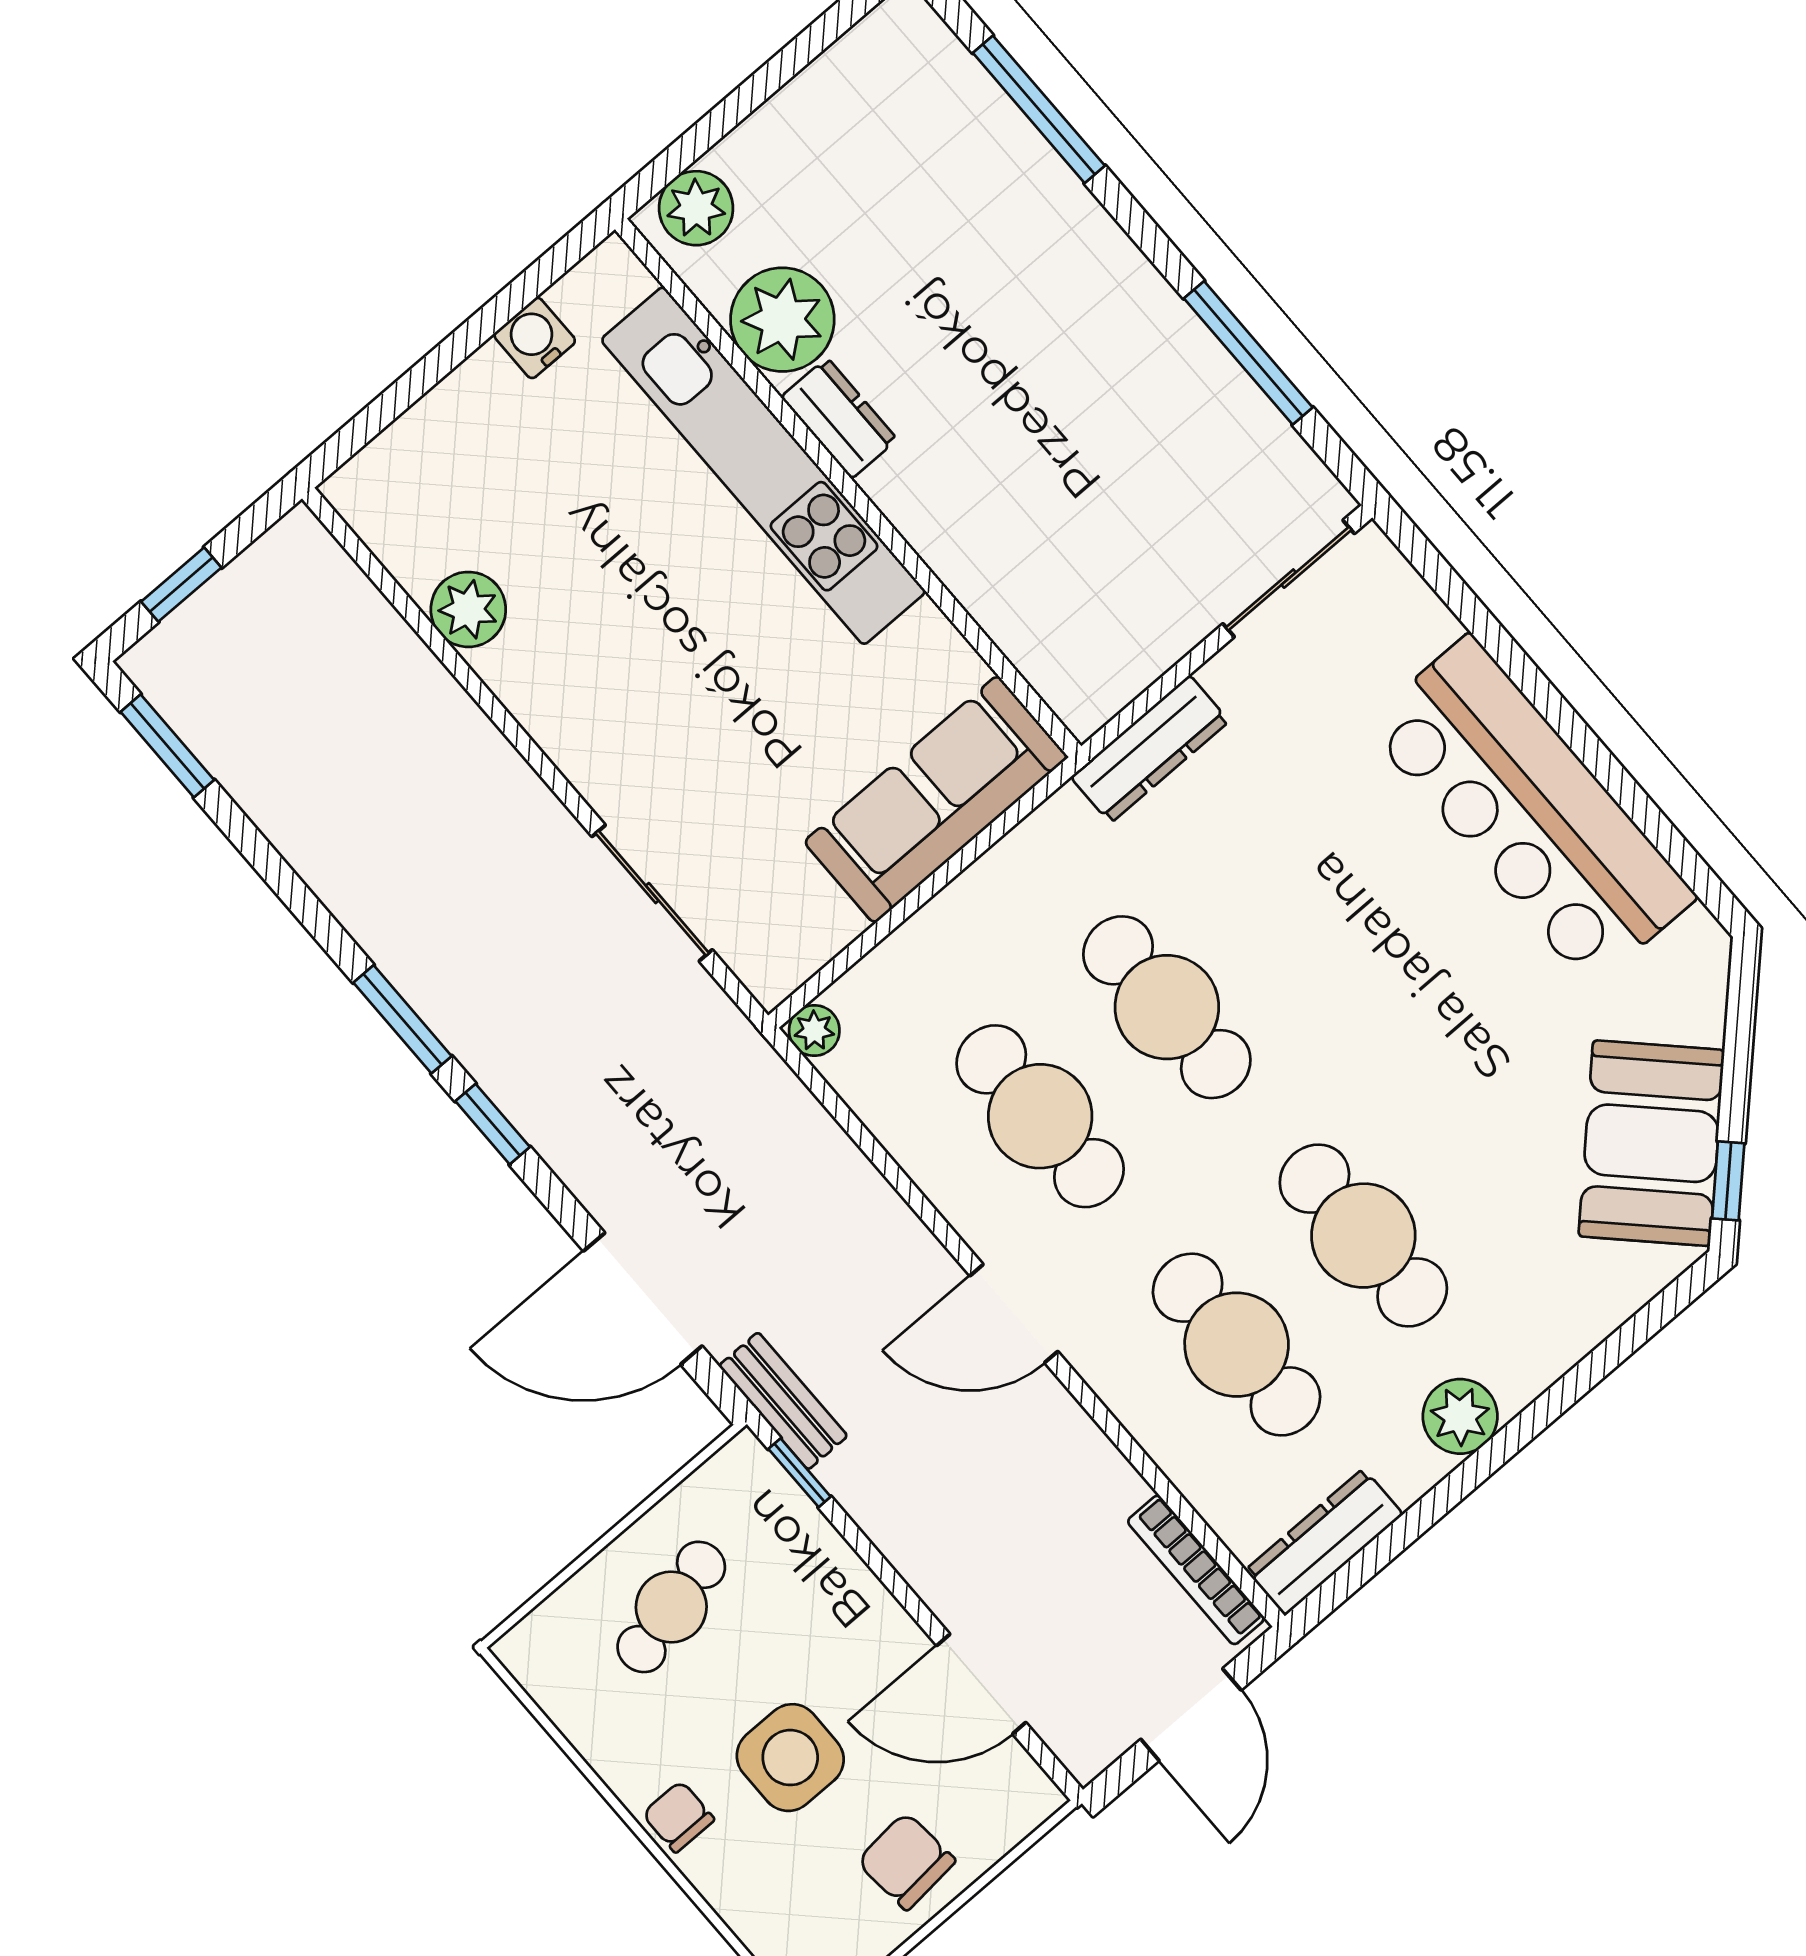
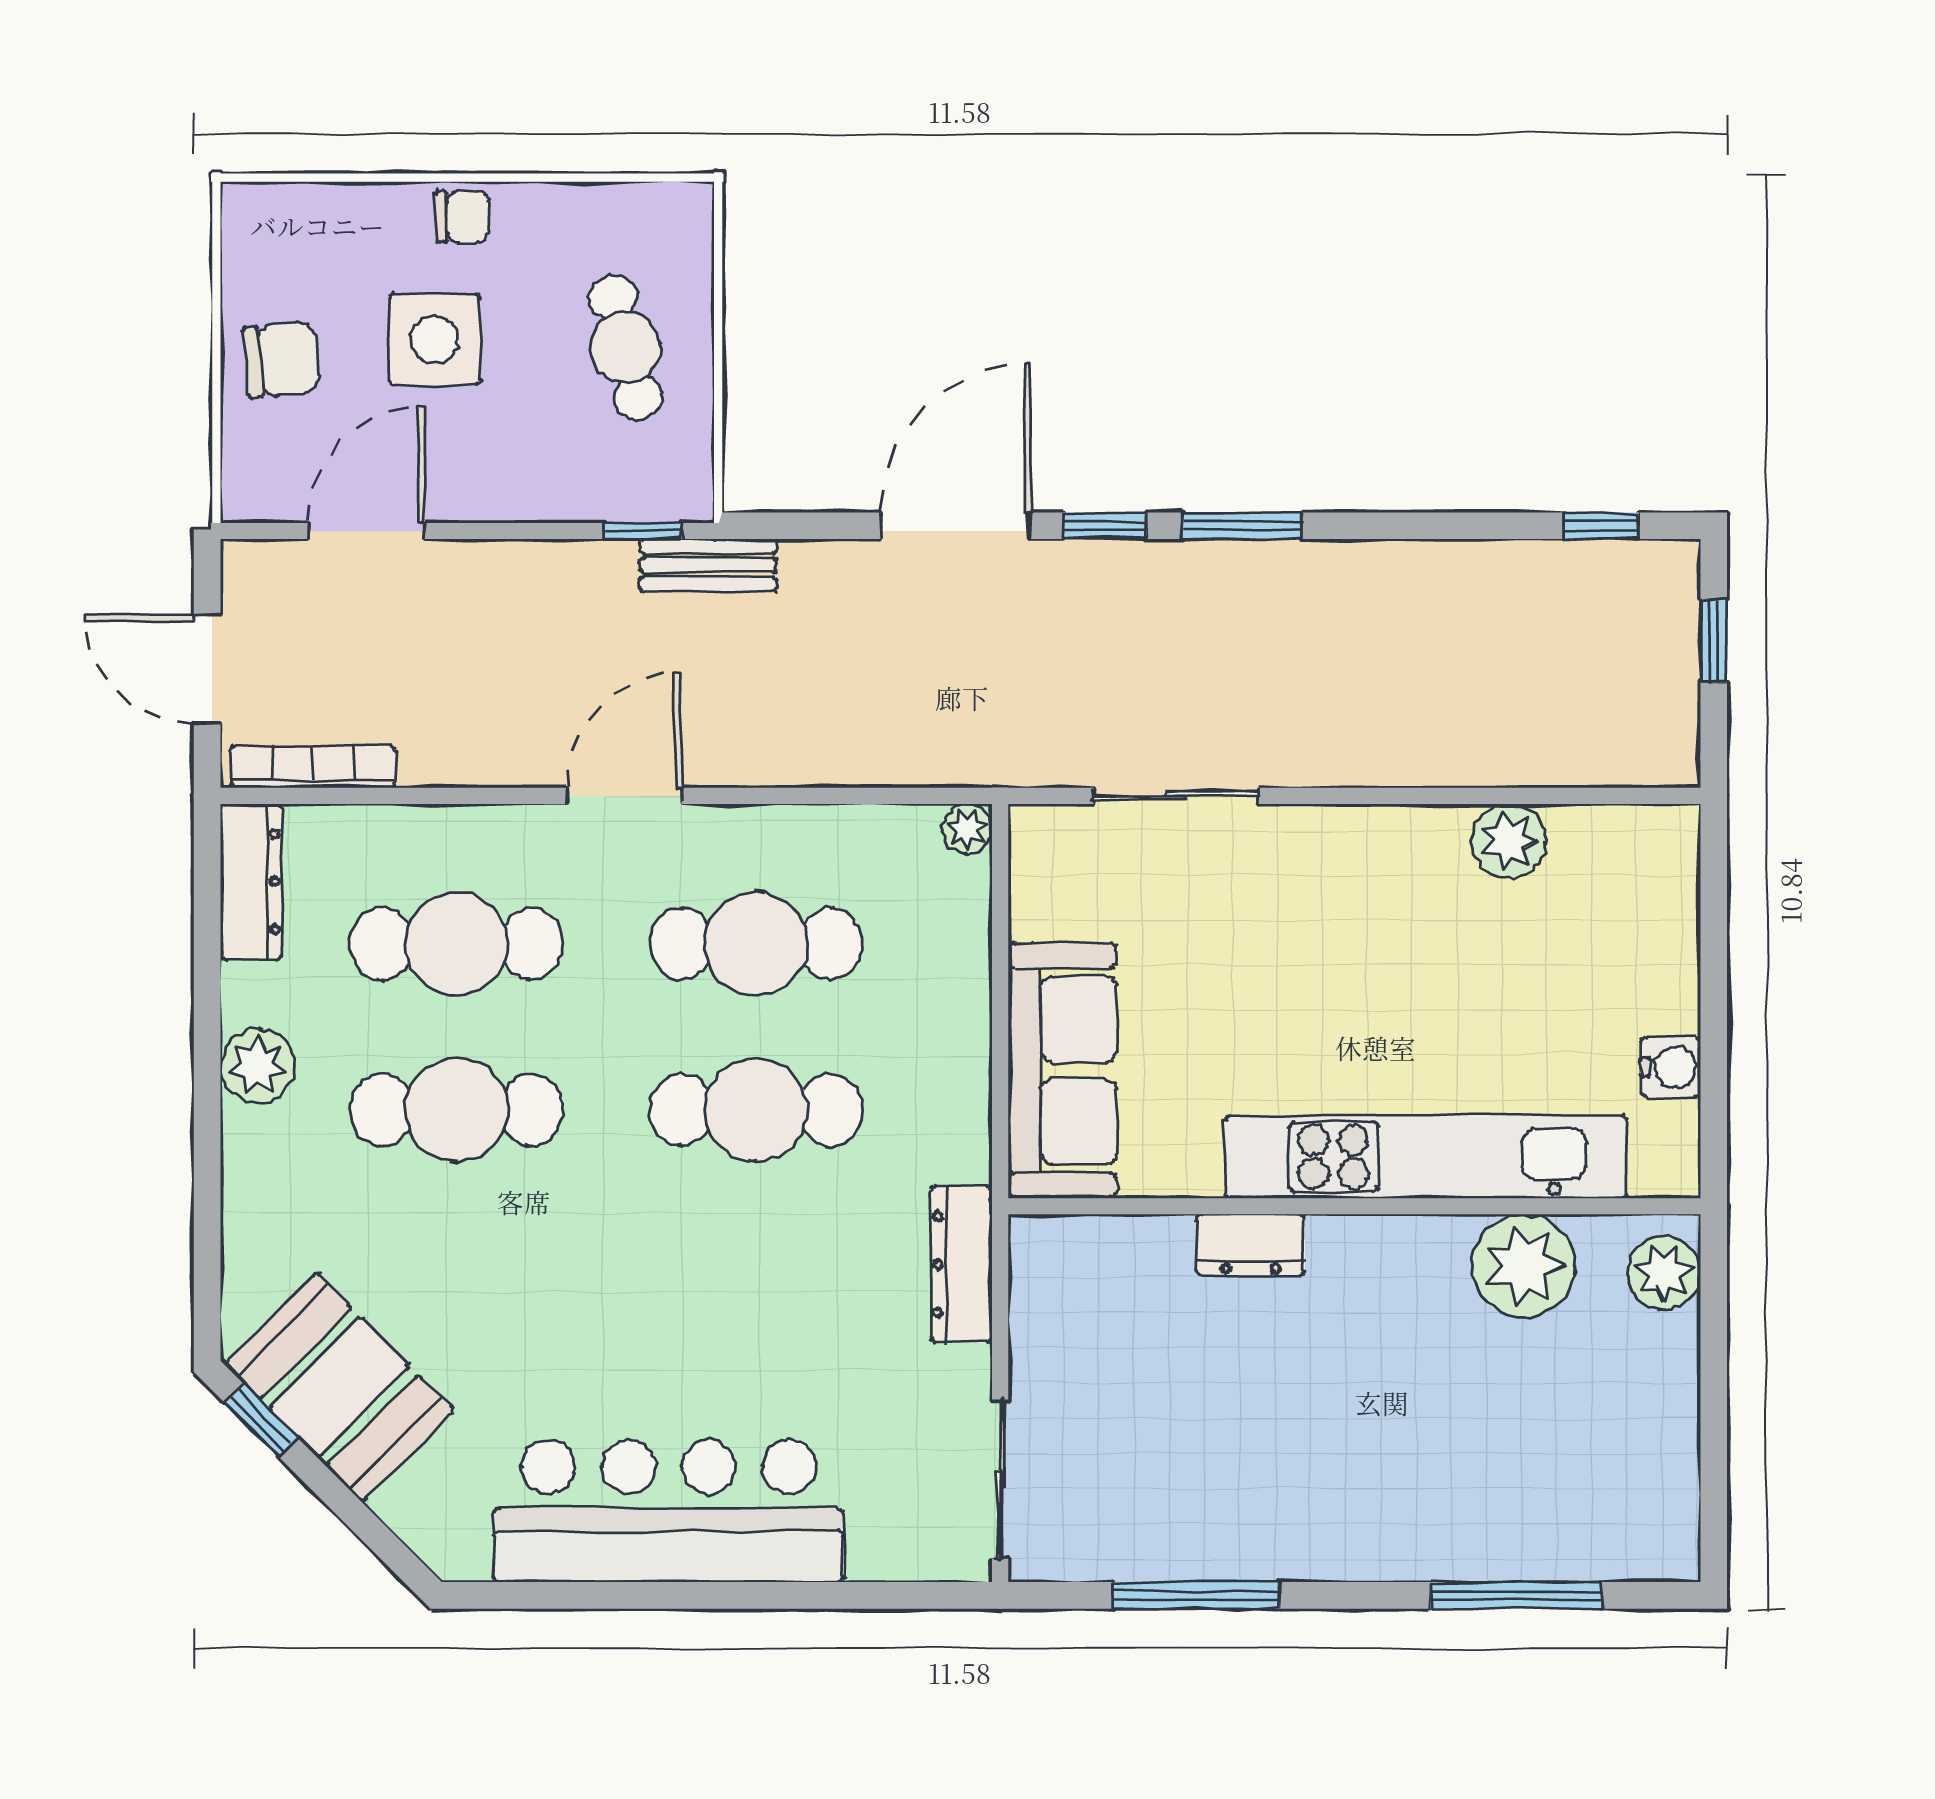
dresser: (839, 418) -> (1251, 1245), moved
window: (167, 746) -> (1601, 526), width x0.67
door: (643, 1299) -> (955, 526), moved

